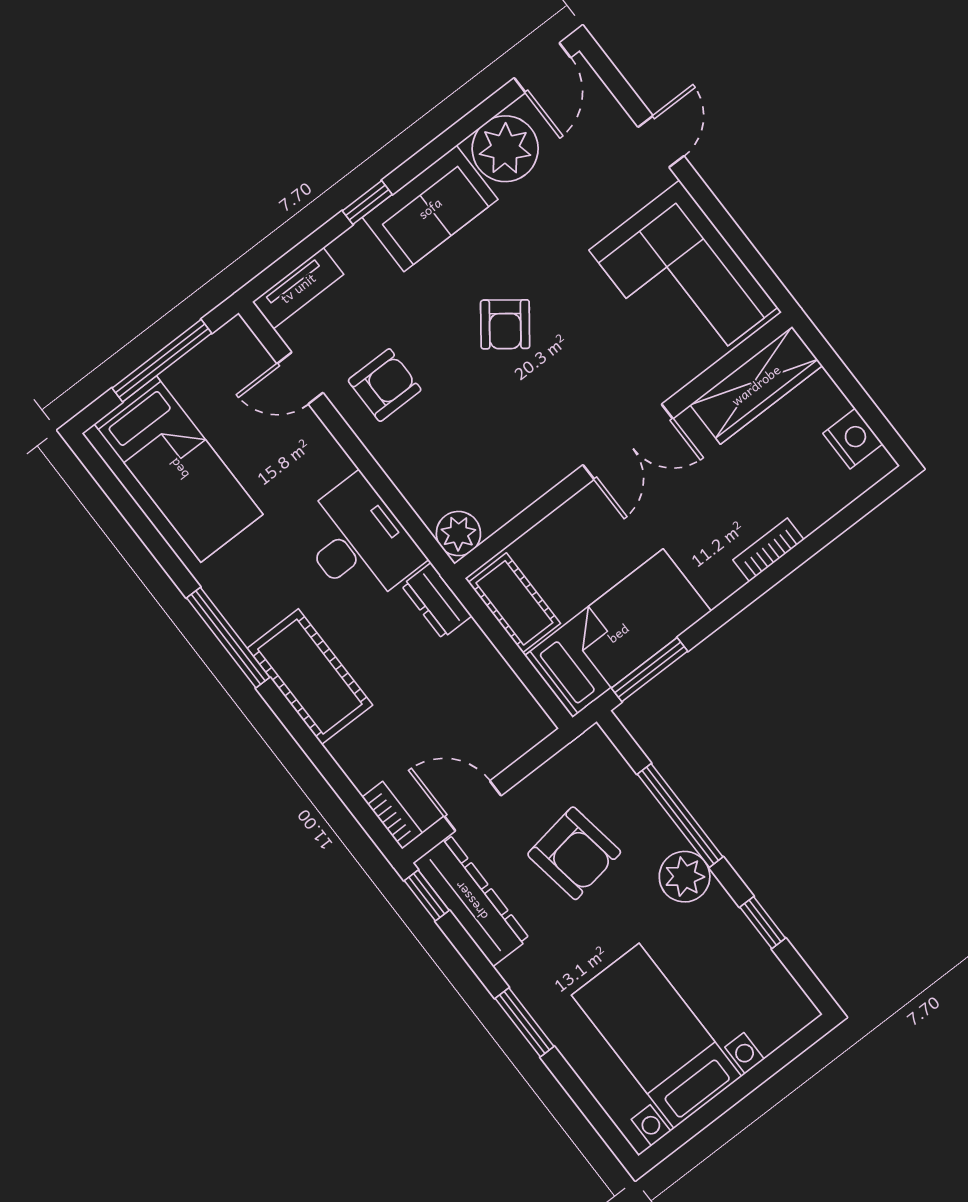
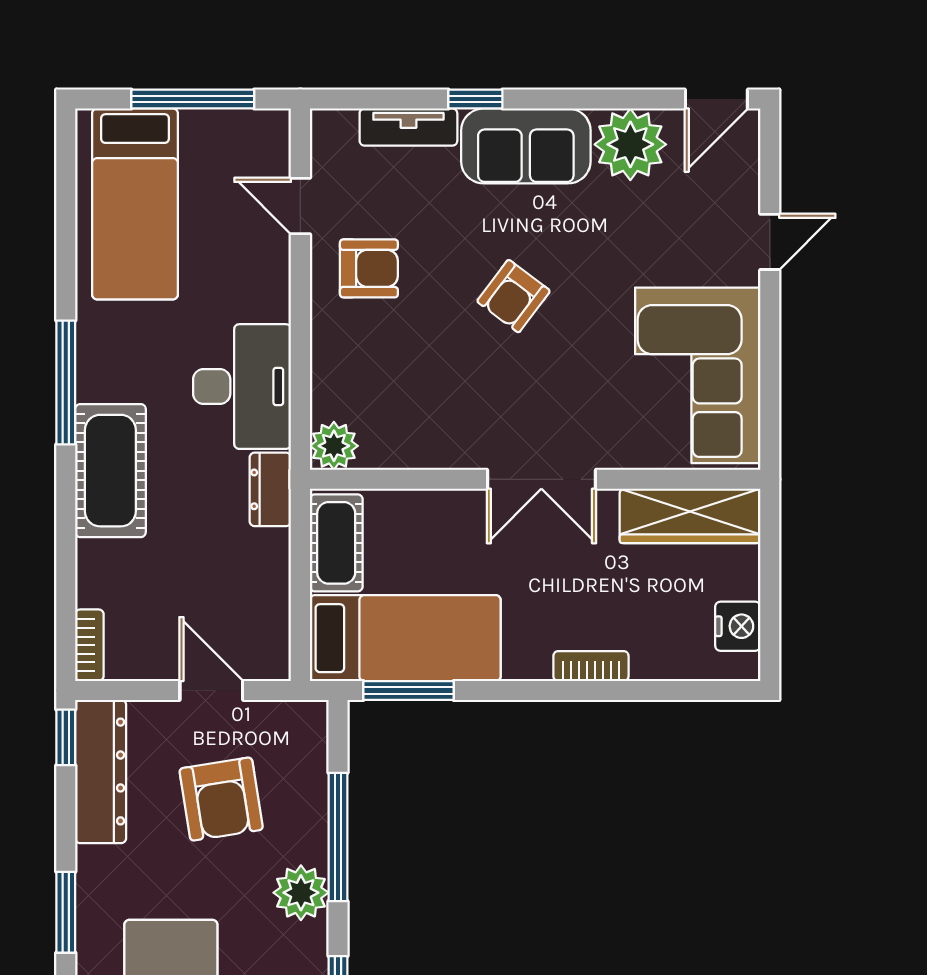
tv unit: (298, 288) -> (408, 127), moved
door: (473, 806) -> (211, 690), moved

